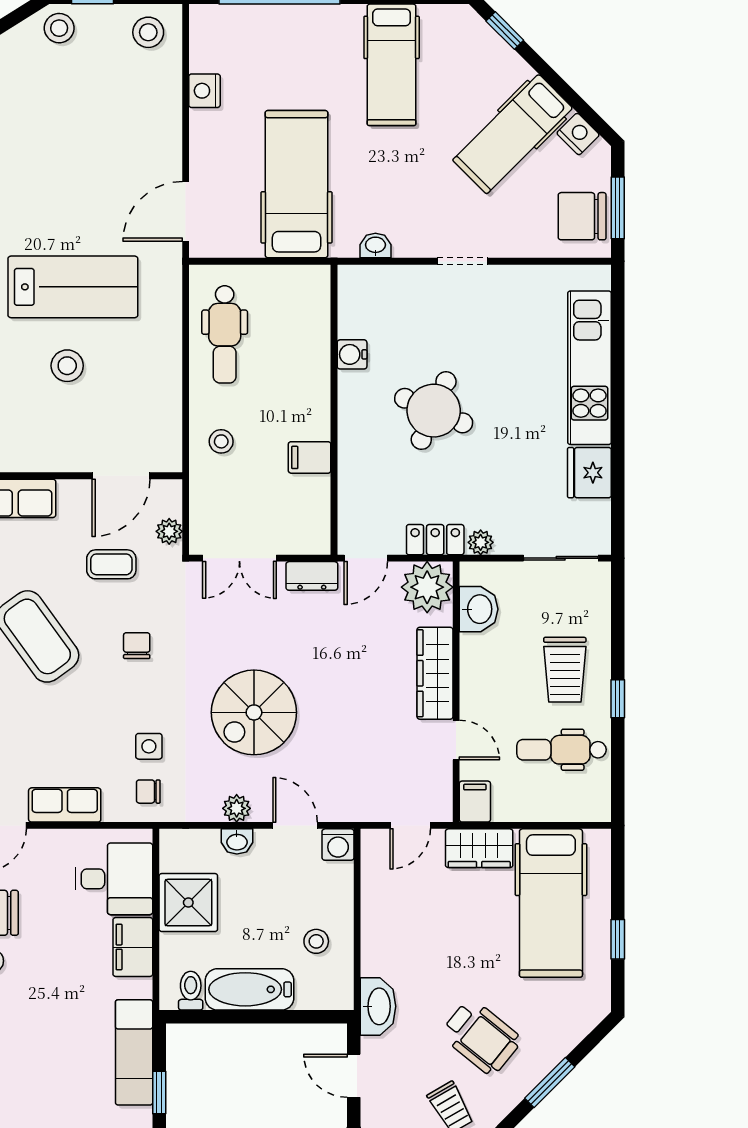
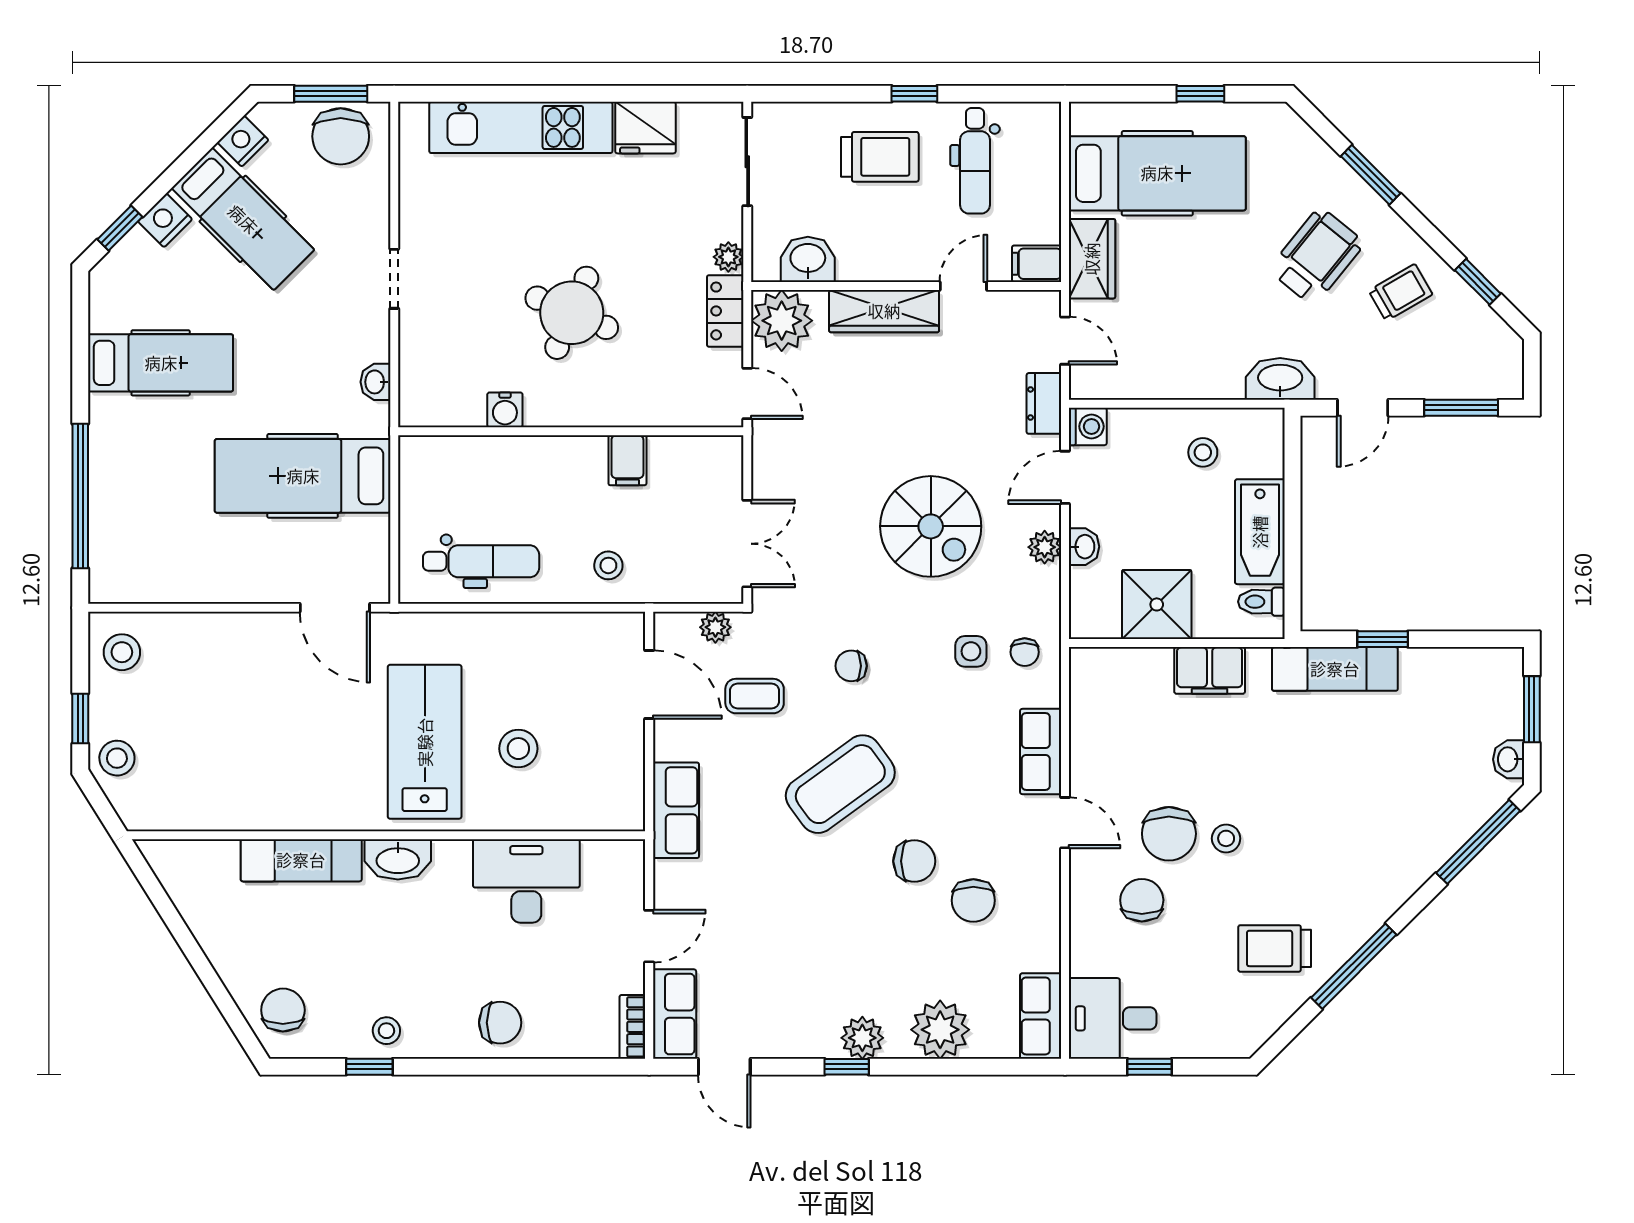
nightstand: (204, 91) -> (165, 220), moved, turned 135
coffee table: (111, 564) -> (755, 696), turned 90
dresser: (312, 576) -> (1044, 403), moved, turned 180
desk: (114, 879) -> (1129, 693), removed

